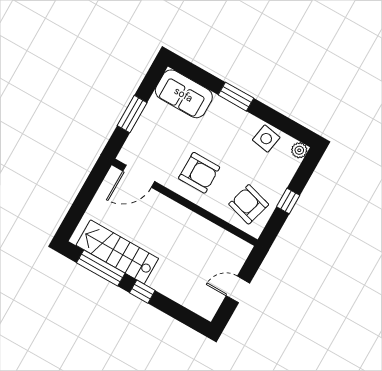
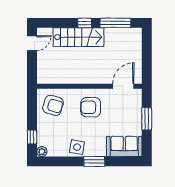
side table: (266, 139) -> (77, 147), moved
window: (288, 201) -> (32, 137), moved
stairs: (117, 252) -> (79, 37), moved
door: (238, 289) -> (32, 43), moved

